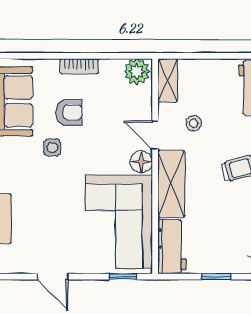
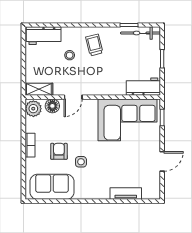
stool: (194, 123) -> (70, 55), moved
floor lamp: (141, 162) -> (52, 106), moved
shelving: (171, 184) -> (104, 87), removed

